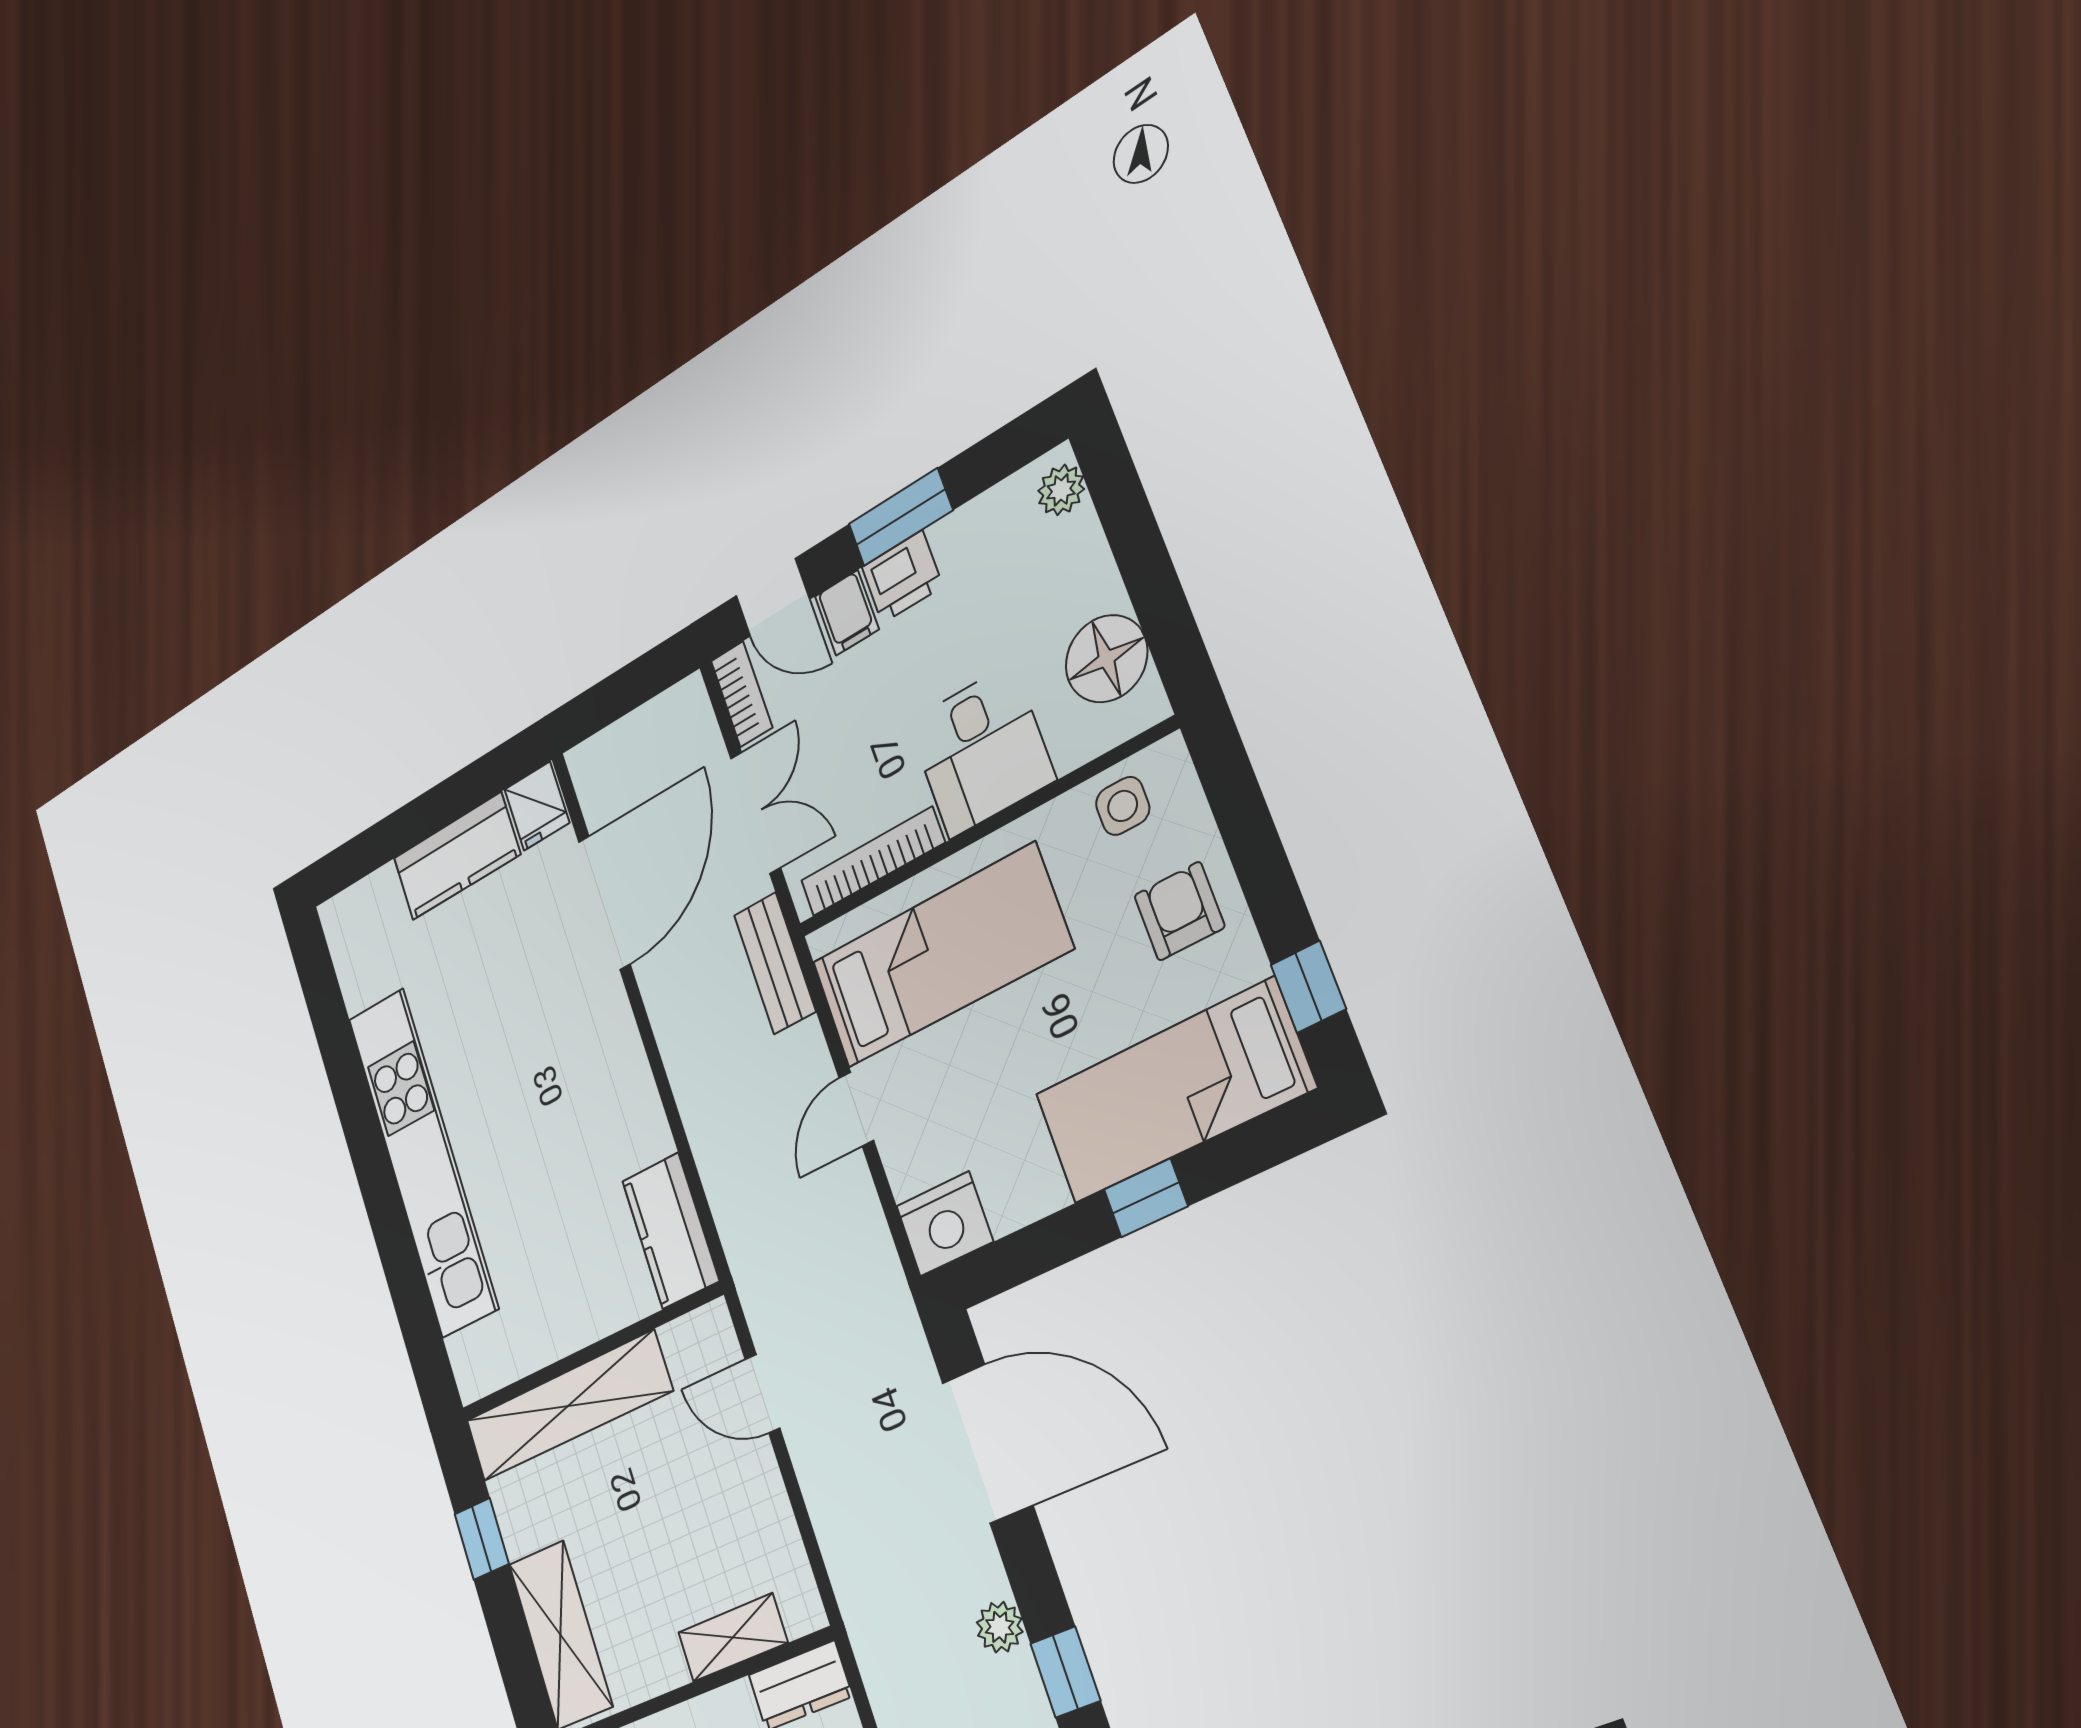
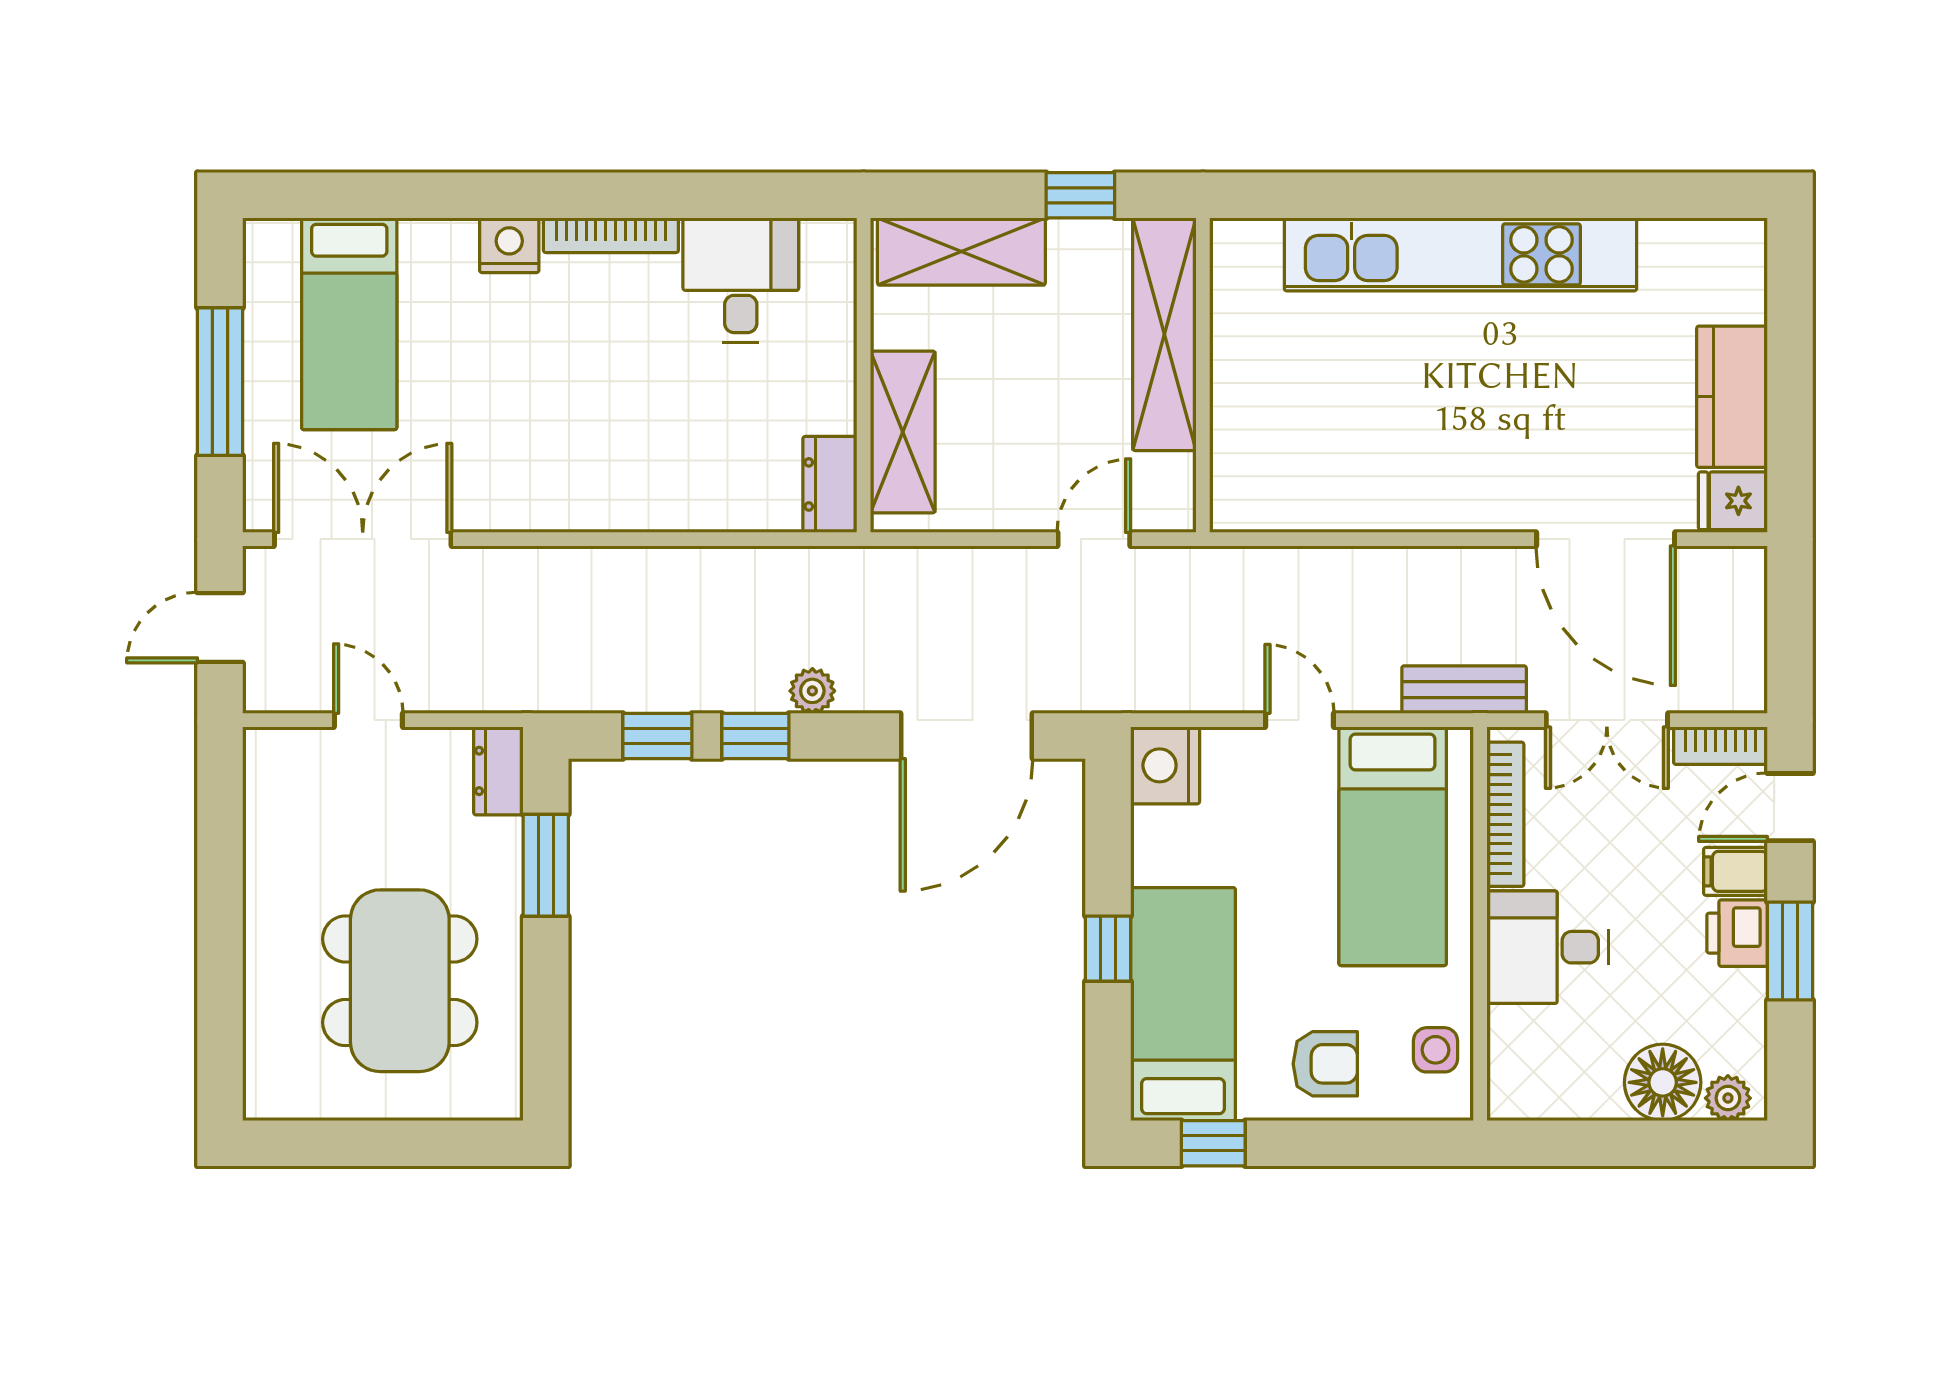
floor lamp: (1106, 659) -> (1663, 1082), moved
kitchen counter: (671, 1231) -> (1276, 499), removed
shelving: (733, 1637) -> (903, 432), width x1.50, depth x1.33

